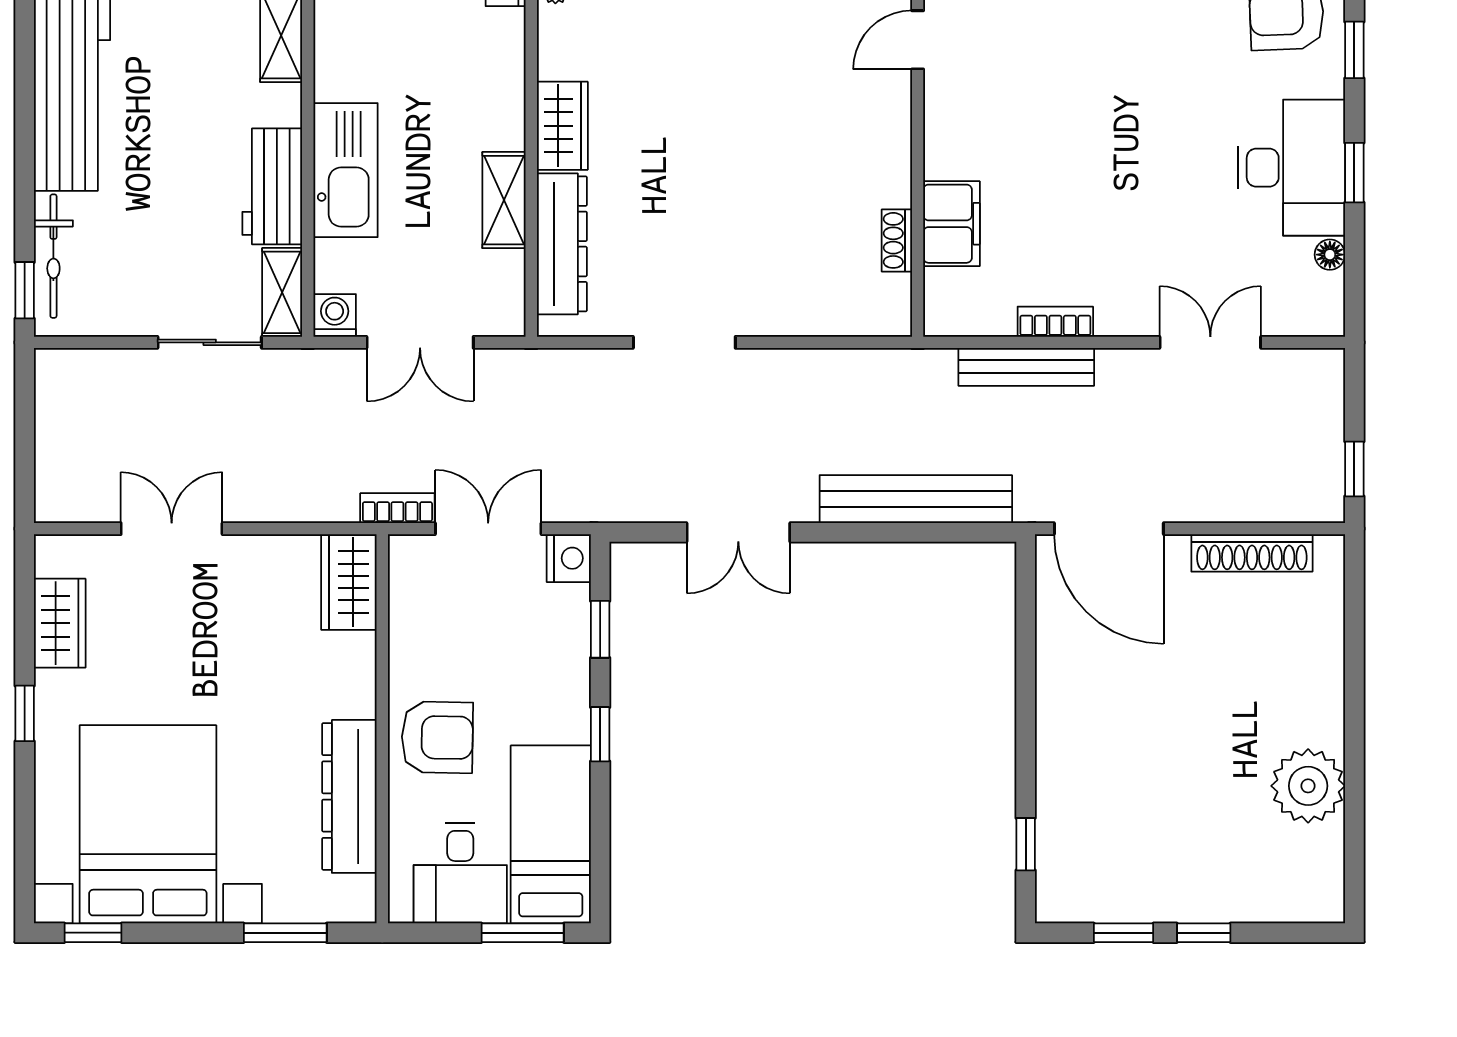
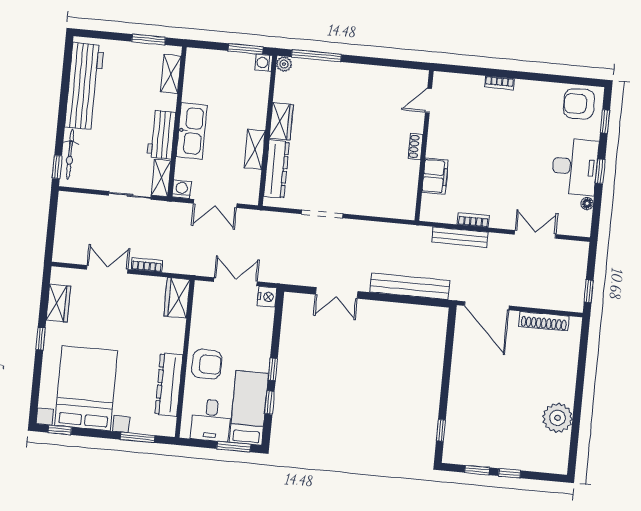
shoe rack: (897, 240) -> (416, 147), moved
bookcase: (397, 508) -> (147, 265), moved
window: (600, 629) -> (270, 402), moved

